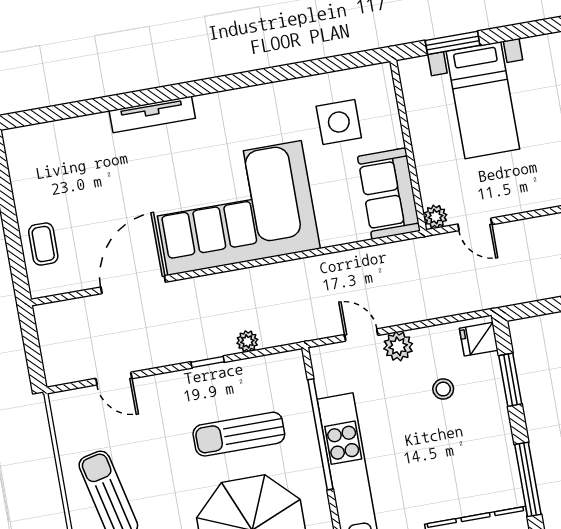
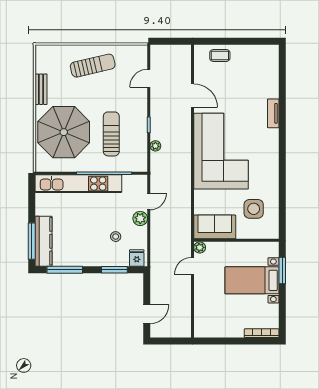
tv unit: (152, 114) -> (273, 113), width x0.71
door: (133, 285) -> (193, 96), width x0.73

